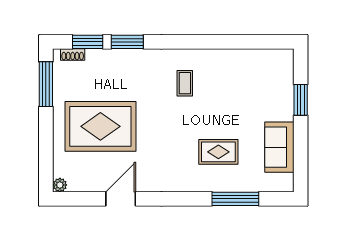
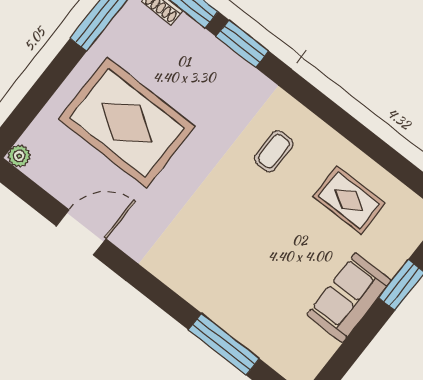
sofa: (279, 147) -> (349, 297), moved
rug: (218, 152) -> (349, 200), moved

